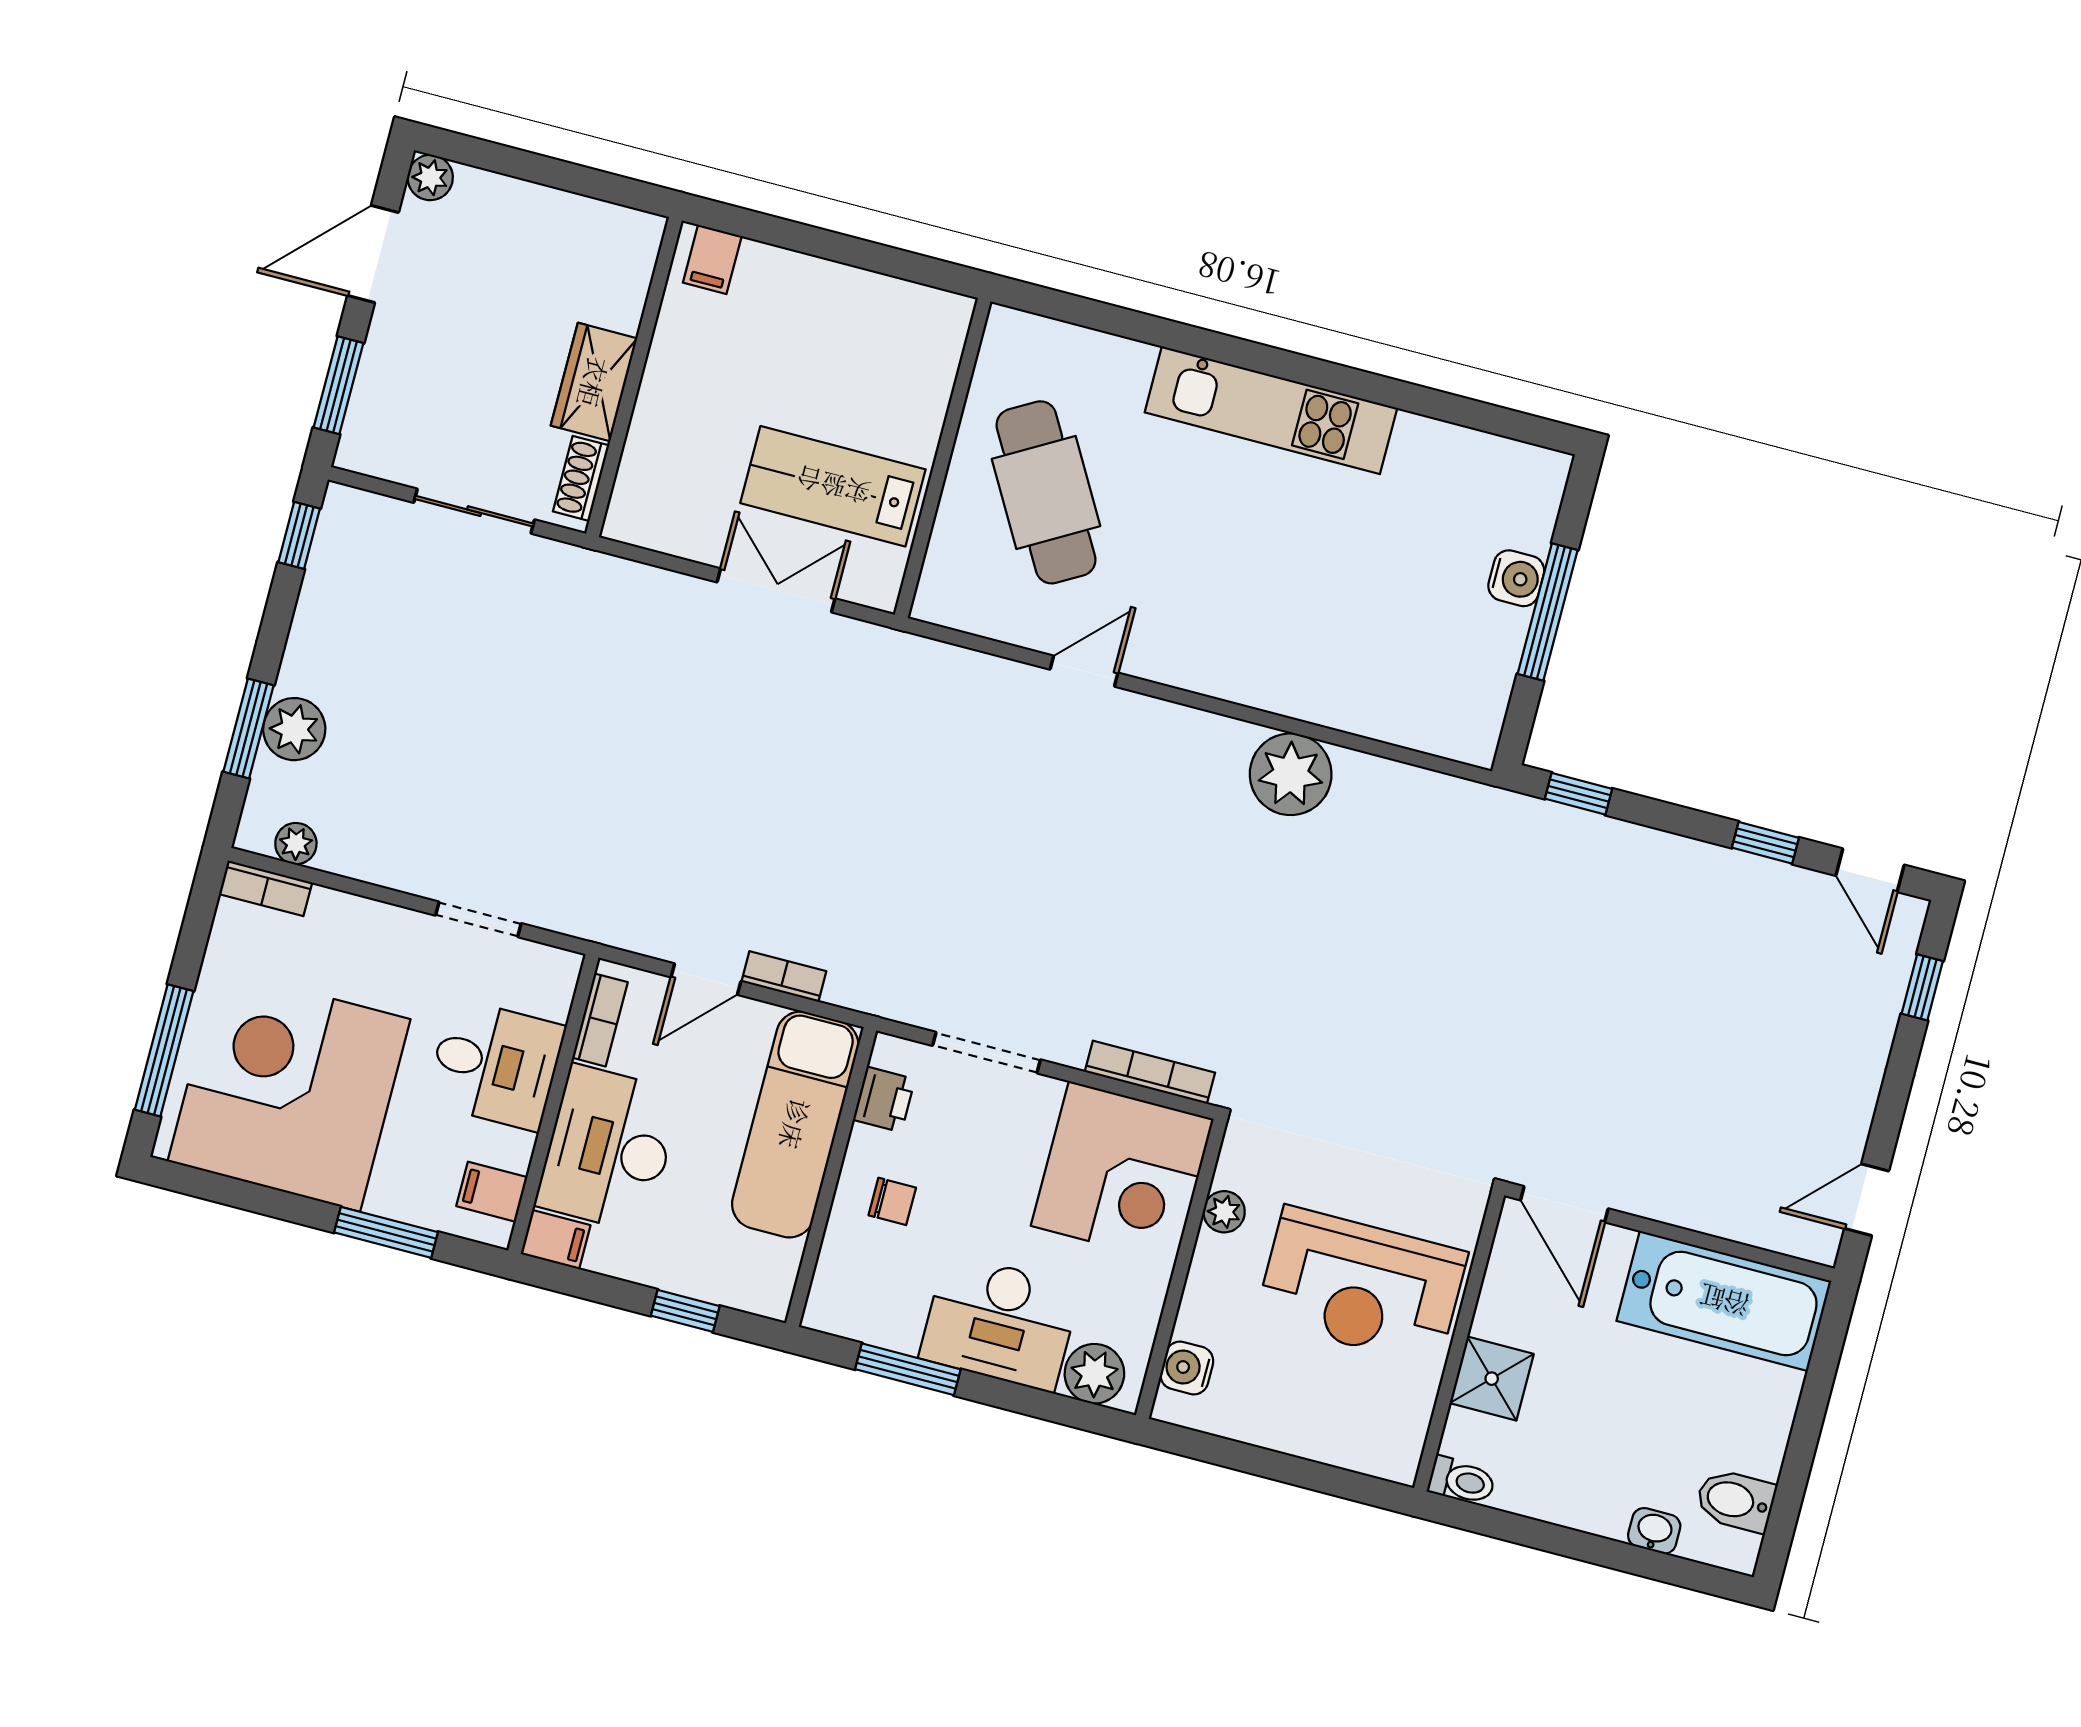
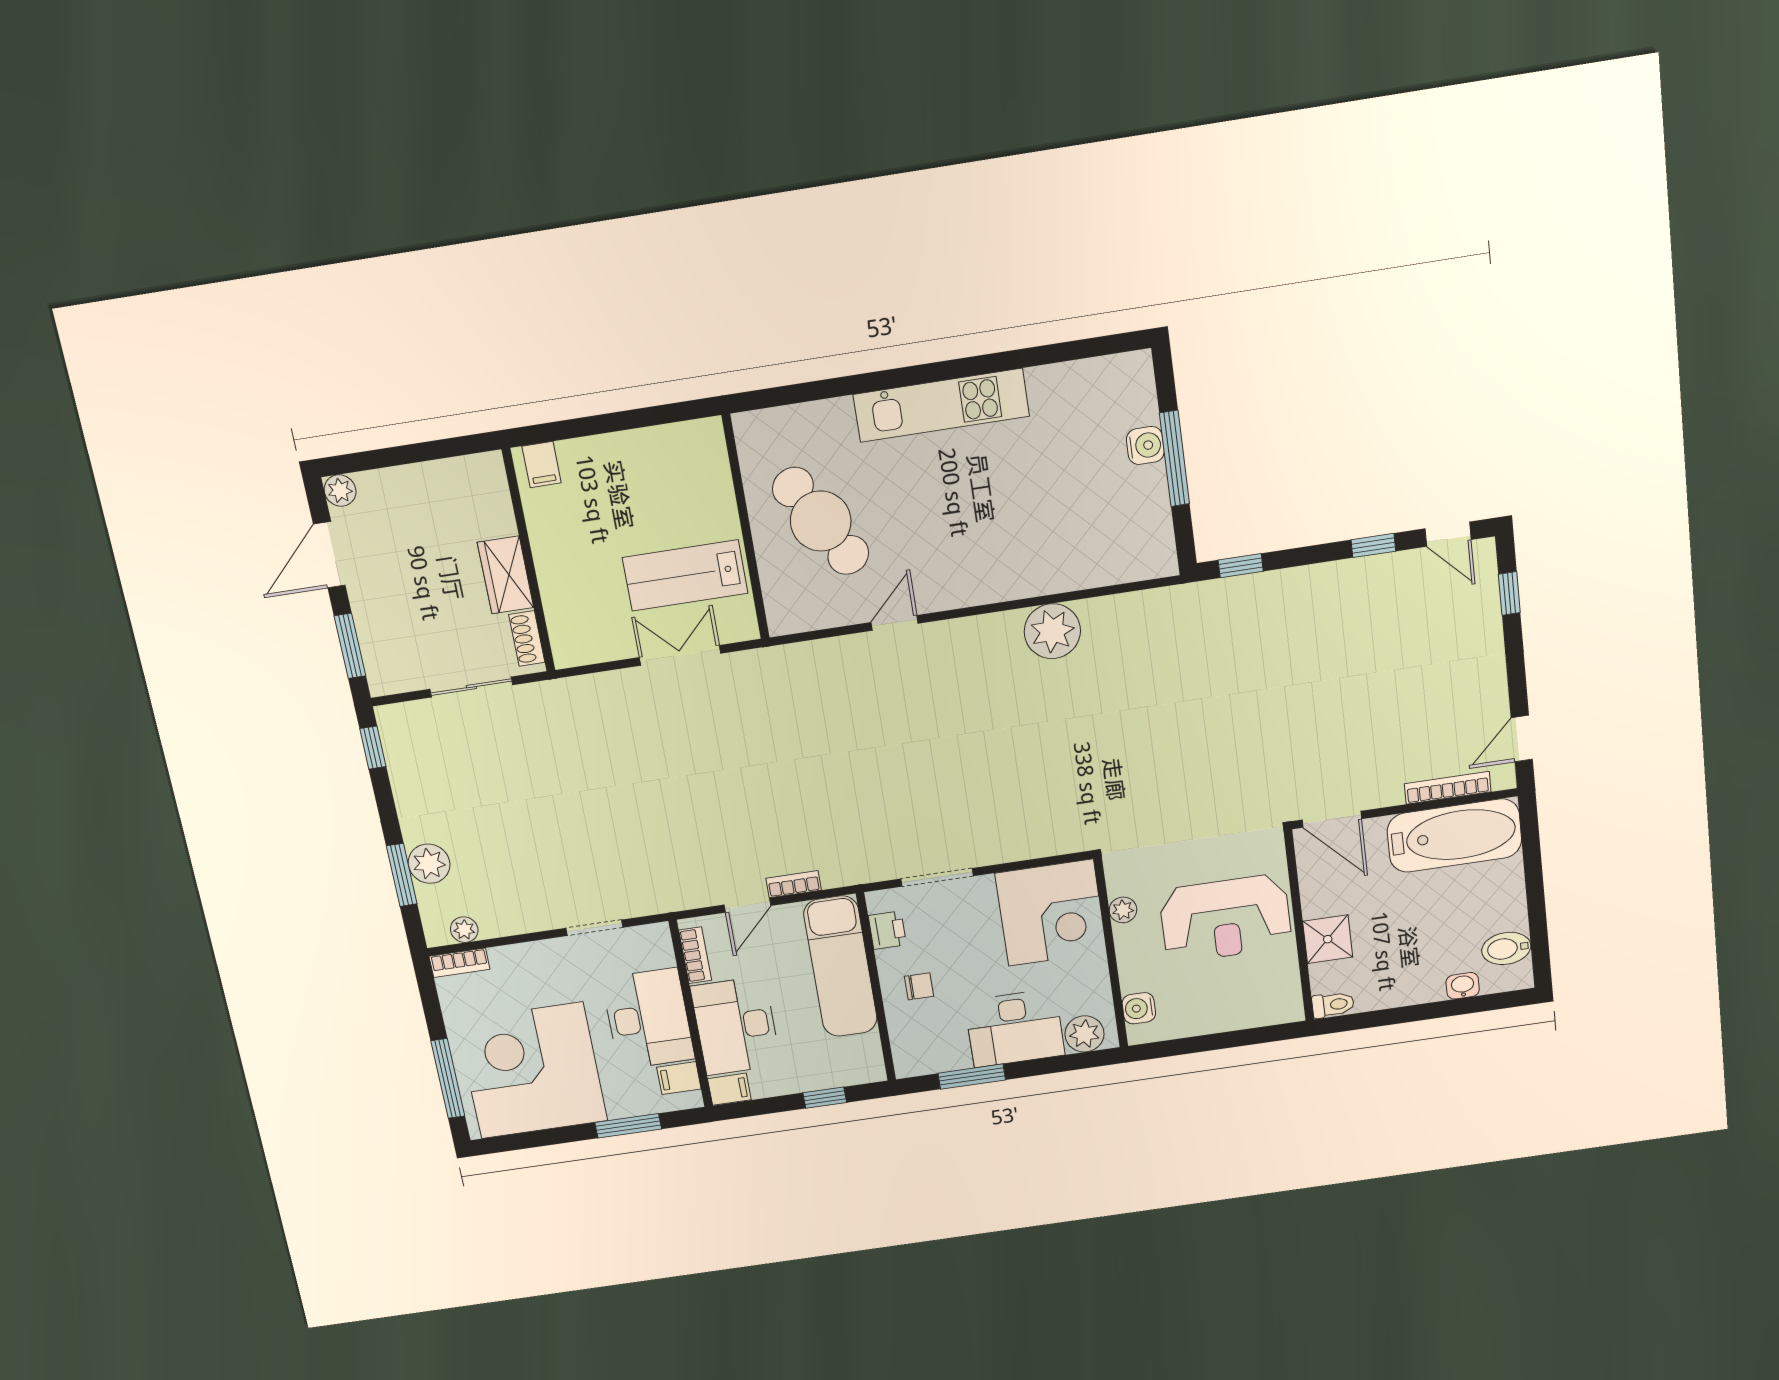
desk: (495, 1065) -> (648, 1019), width x1.37
bookcase: (1150, 1072) -> (1448, 788), moved

